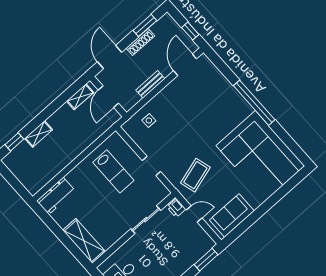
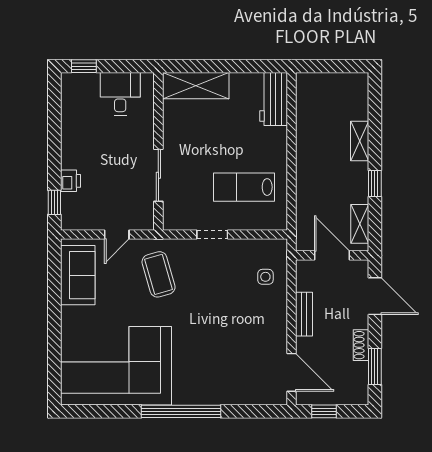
shoe rack: (140, 42) -> (361, 345), width x0.70
window: (14, 142) -> (375, 184), moved
printer: (176, 208) -> (70, 181), moved, turned 90
window: (206, 260) -> (54, 202), width x0.67

